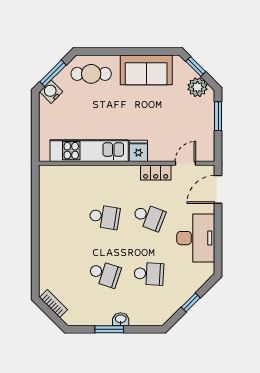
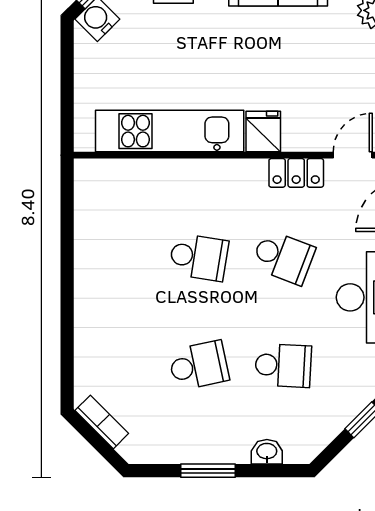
school desk: (104, 274) -> (199, 365), turned -30
washbasin: (121, 319) -> (267, 452), moved

